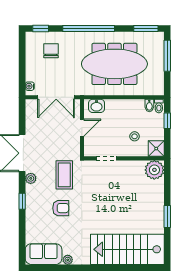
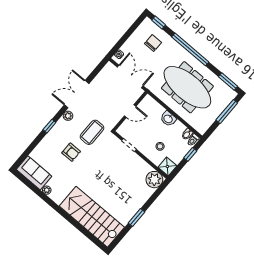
double door: (56, 97) -> (130, 76), swing flipped
washbasin: (97, 106) -> (168, 119), moved

